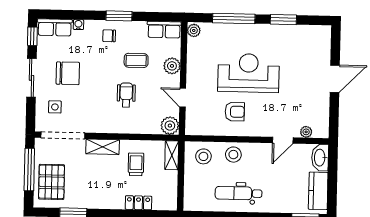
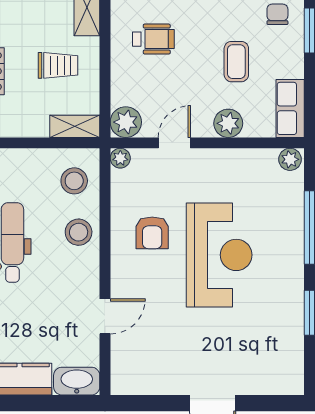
wheelchair: (126, 95) -> (153, 39), moved
plant: (306, 132) -> (120, 158), moved
door: (283, 140) -> (105, 316), swing flipped

